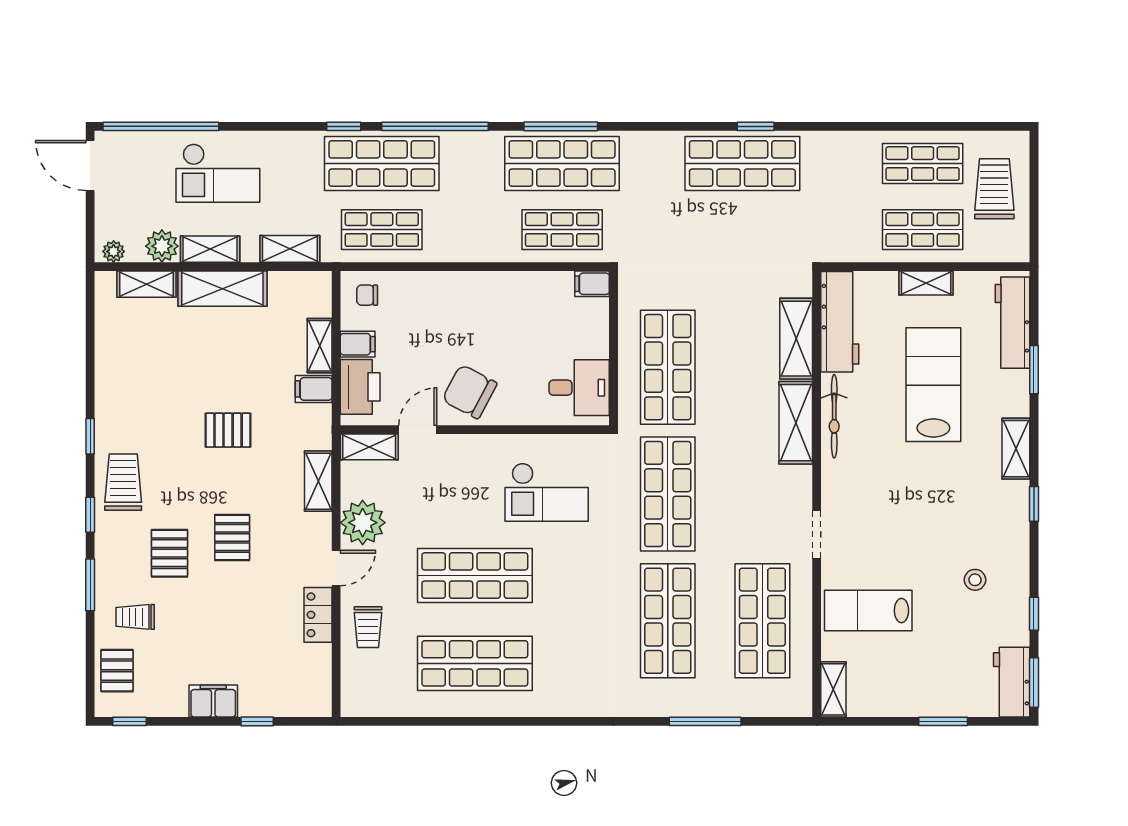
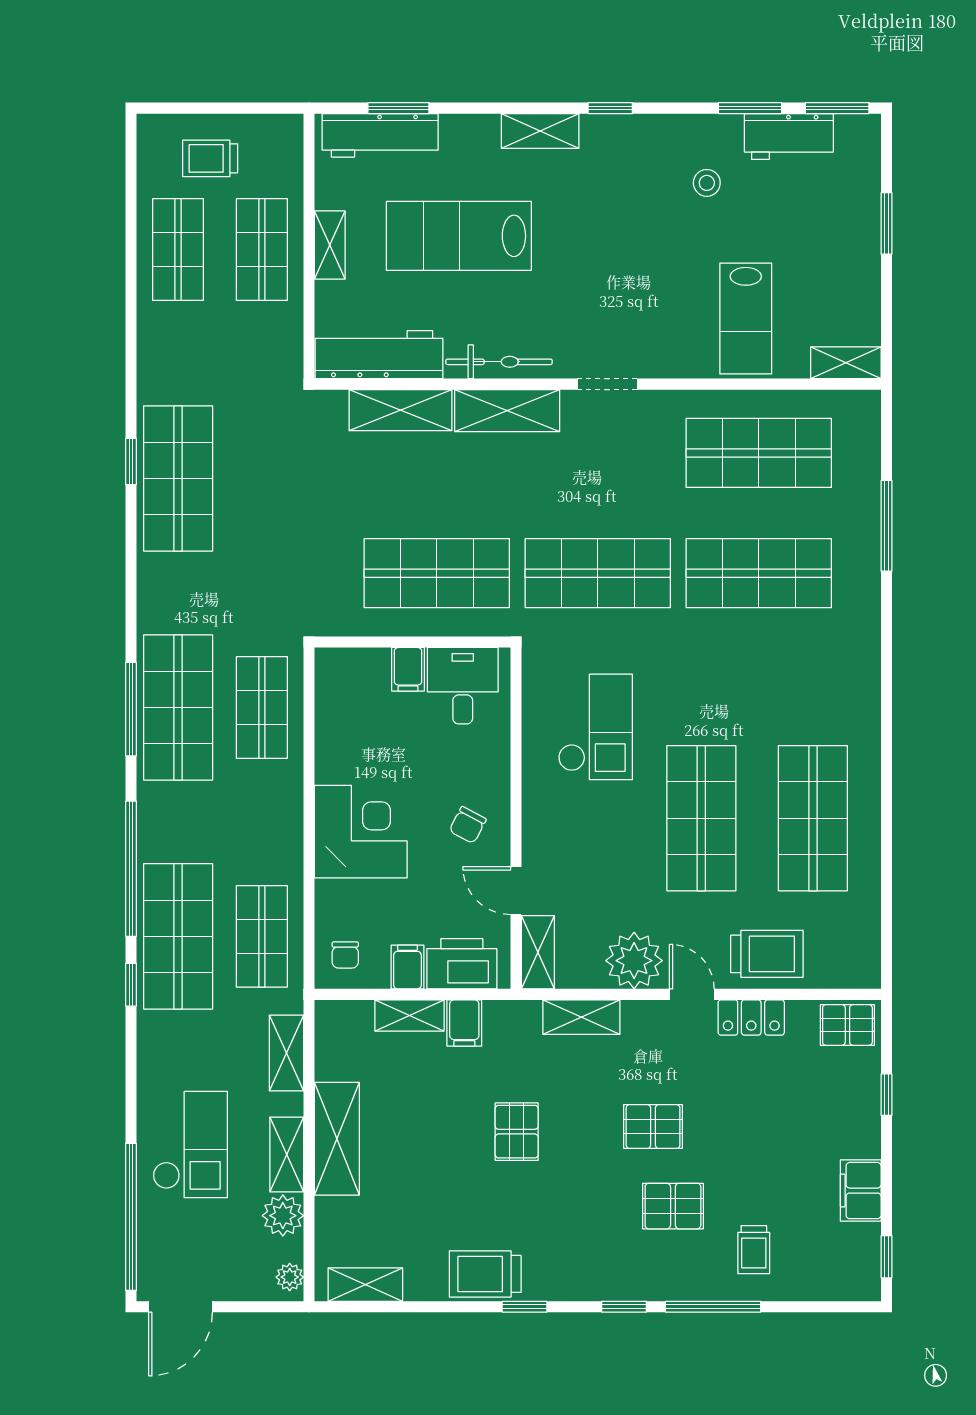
trolley: (994, 189) -> (210, 158), width x0.73, depth x0.72
shelving: (147, 284) -> (365, 1285), moved, turned 90
filing cabinet: (592, 284) -> (408, 669), moved
corner desk: (464, 307) -> (361, 832), added
window: (1034, 370) -> (398, 108), moved
chair: (469, 392) -> (468, 825), width x0.54, depth x0.54
trolley: (123, 482) -> (485, 1274), moved
doorway: (817, 535) -> (607, 384), moved
window: (90, 585) -> (713, 1307), width x1.44
window: (1034, 614) -> (750, 108), width x1.50
trolley: (368, 627) -> (767, 954), width x1.36, depth x1.39
pallet: (117, 671) -> (847, 1025), moved
workbench: (1012, 682) -> (789, 136), moved
filing cabinet: (213, 701) -> (861, 1191), moved

